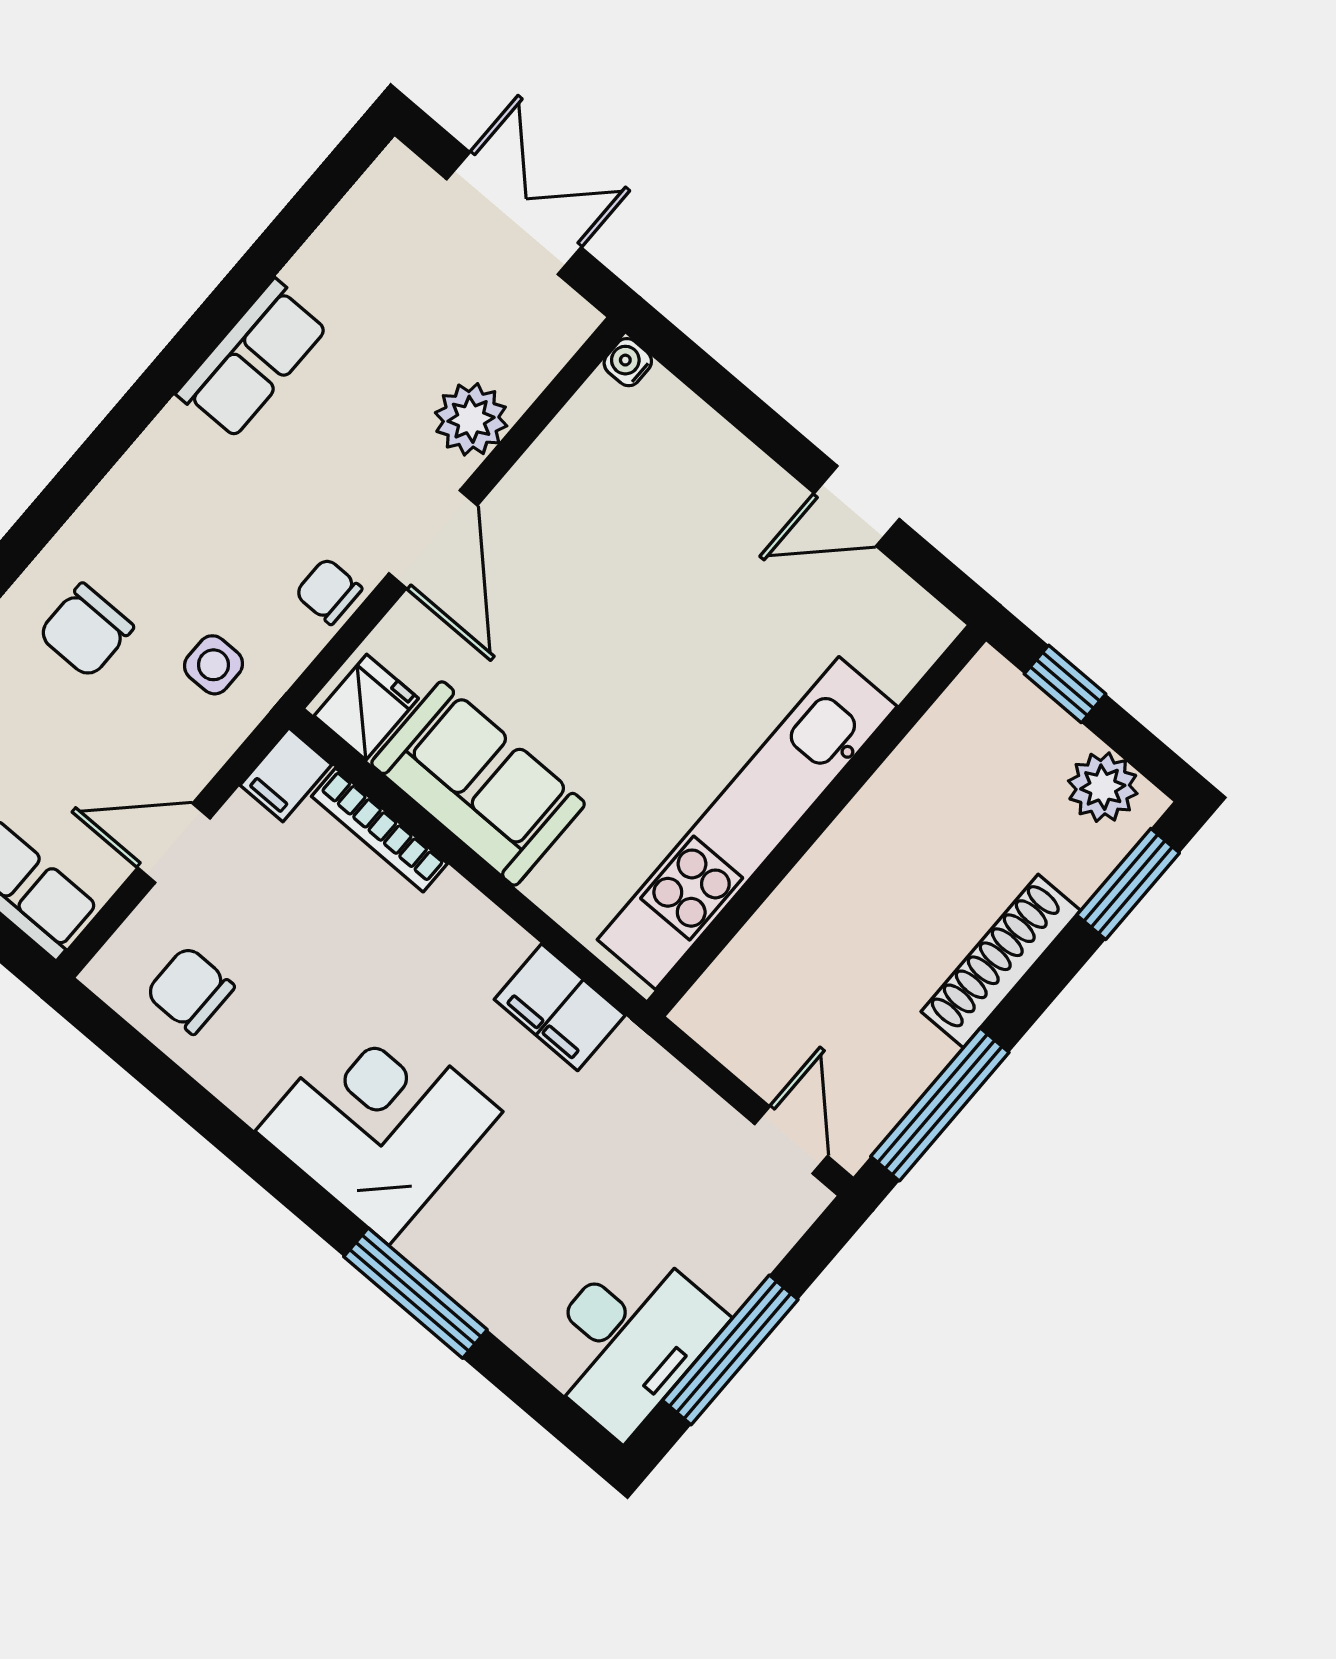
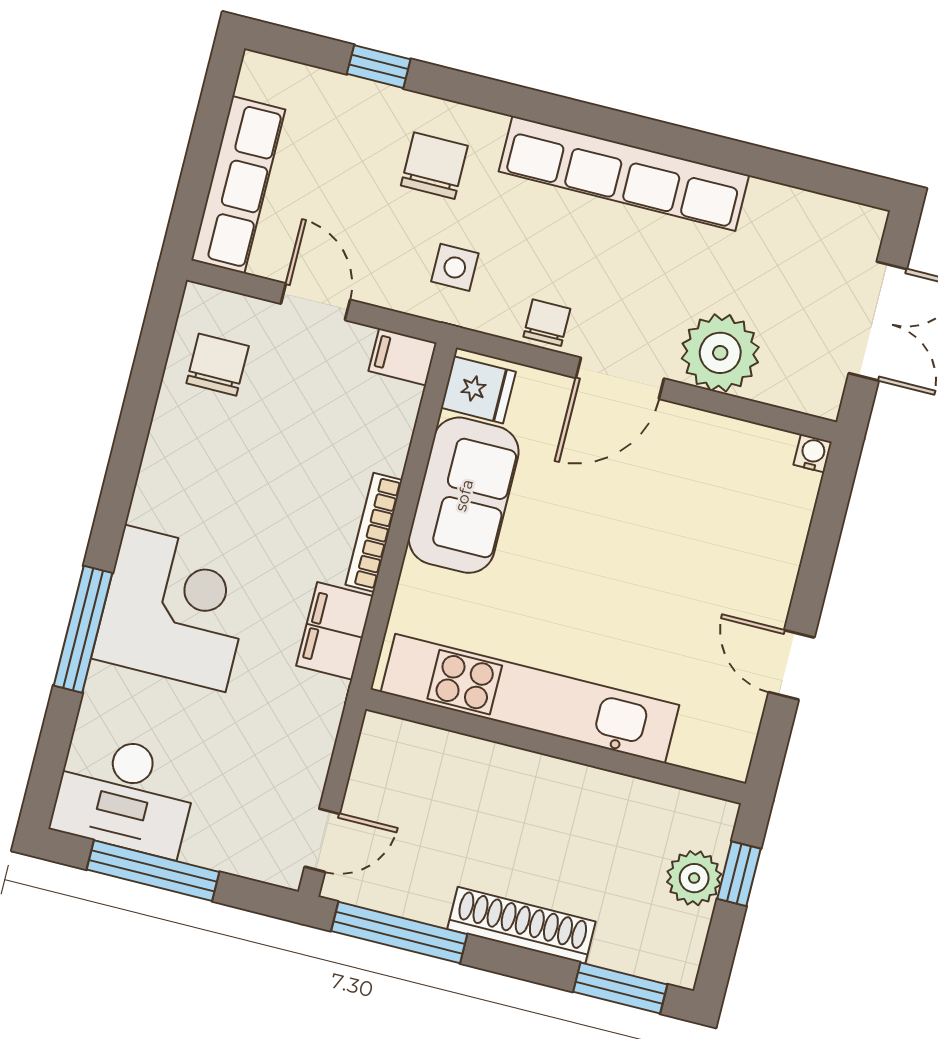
row of seats: (253, 359) -> (624, 173), width x2.02
plant: (471, 419) -> (720, 353), width x1.36, depth x1.36
chair: (86, 631) -> (434, 166), turned 90
plant: (1103, 787) -> (694, 878), moved
bookcase: (379, 830) -> (374, 532), moved
corner desk: (379, 1121) -> (175, 608), moved

